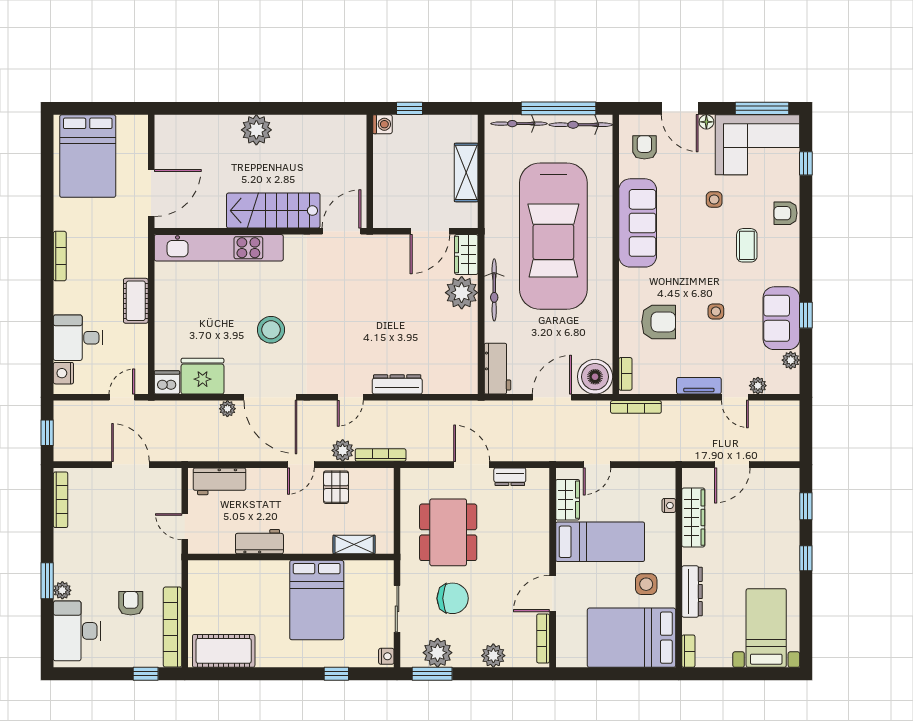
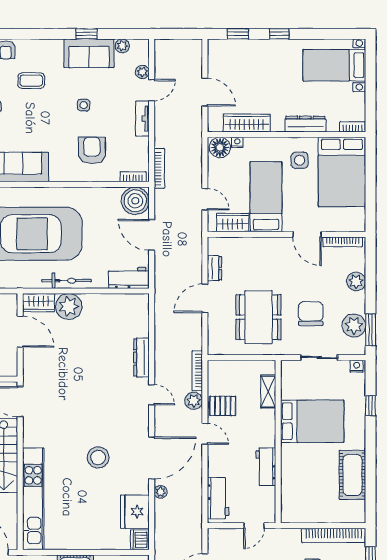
floor lamp: (662, 484) -> (220, 147), added
dining table: (448, 532) -> (259, 317), turned 90
cot: (224, 651) -> (352, 475), moved

